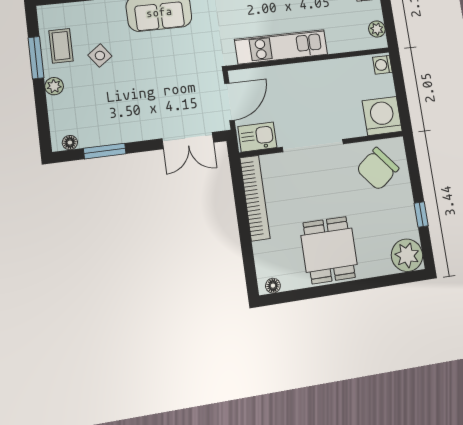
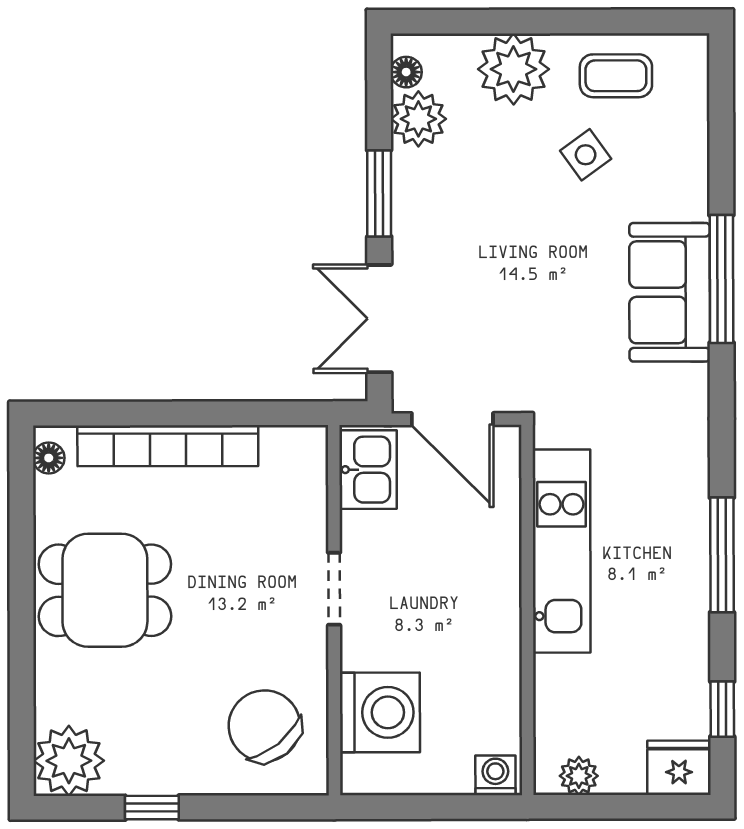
window: (36, 58) -> (596, 21), removed
plant: (54, 86) -> (513, 69), width x1.87, depth x1.87
washing machine: (382, 116) -> (380, 712), moved
plant: (92, 134) -> (418, 119), added
doorway: (313, 146) -> (334, 589), width x0.53
window: (105, 151) -> (379, 193), moved
bookcase: (255, 198) -> (168, 446), moved

